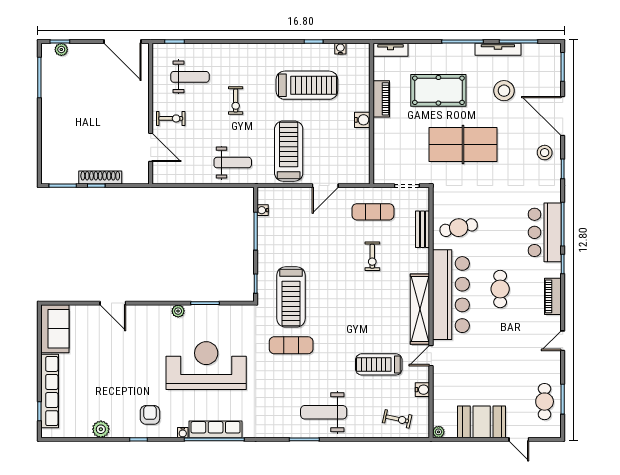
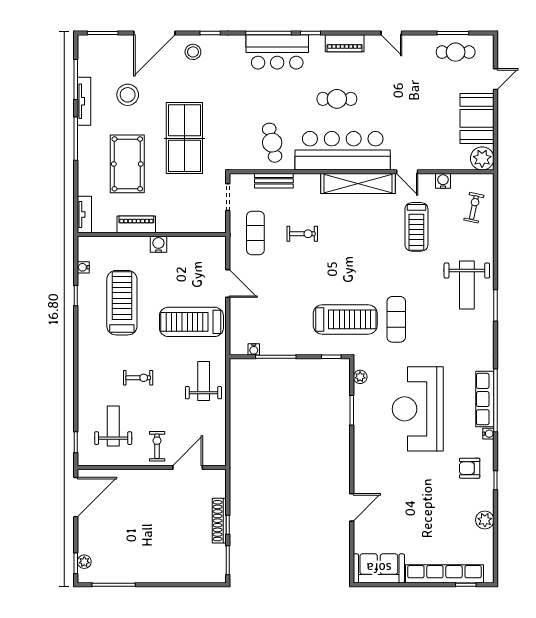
plant: (178, 311) -> (360, 377), moved
plant: (439, 432) -> (482, 158), width x1.88, depth x1.88

